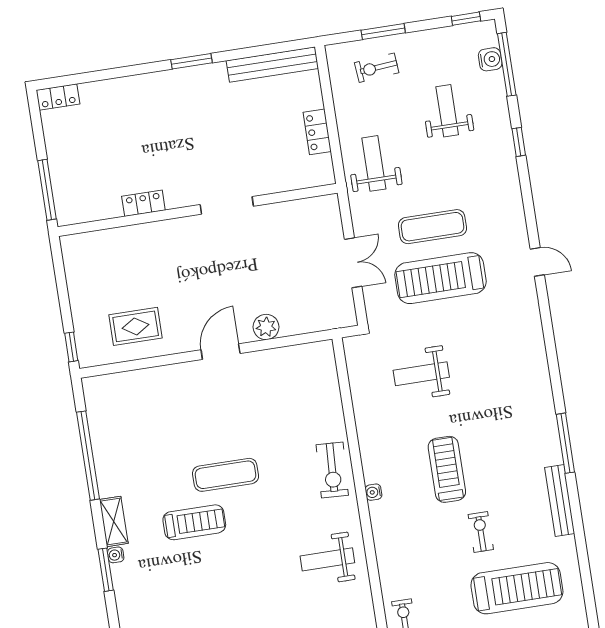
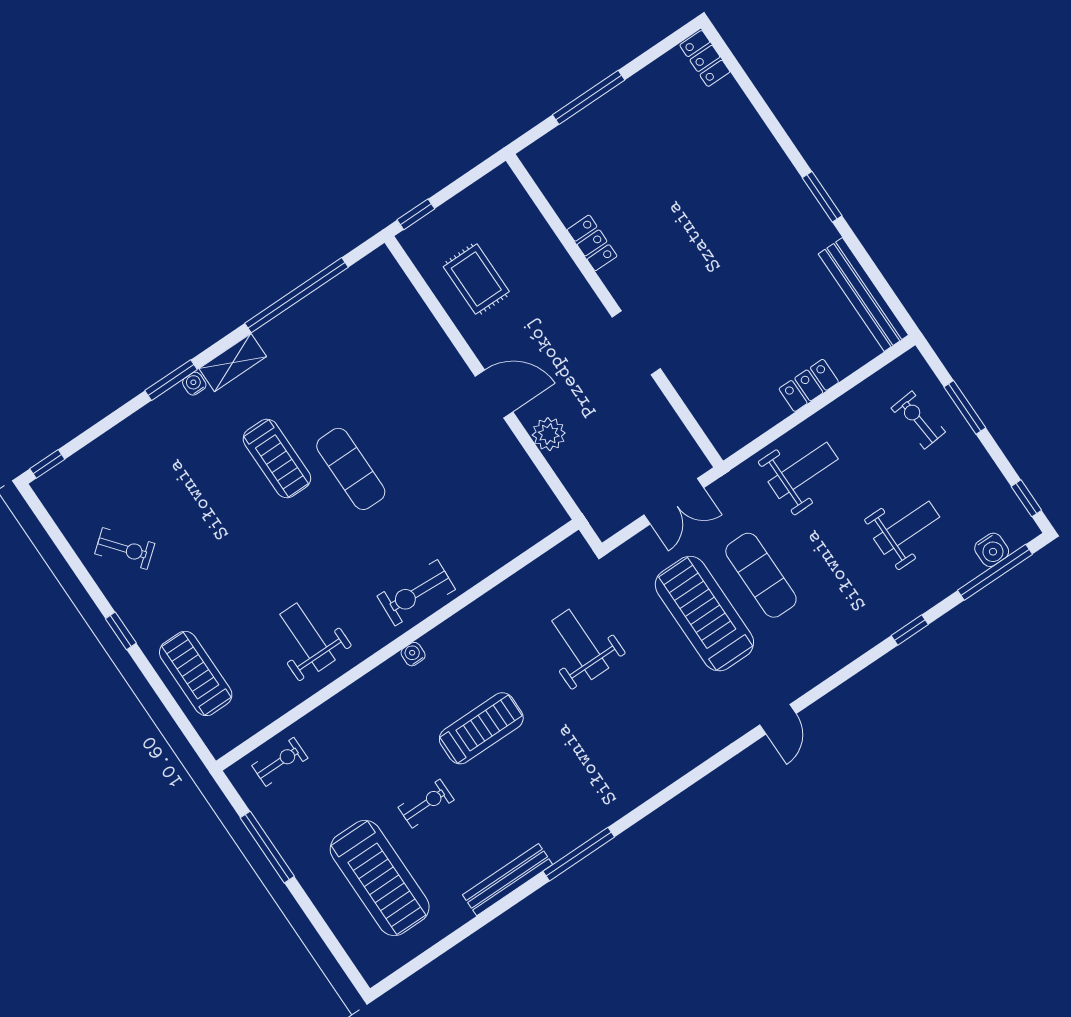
locker: (143, 203) -> (592, 243), moved
doorway: (227, 205) -> (636, 343), moved
wall: (197, 210) -> (614, 311), moved

